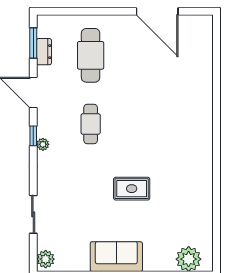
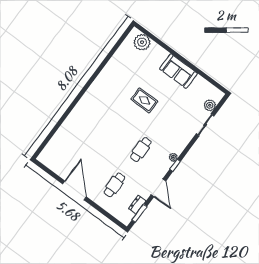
door: (157, 11) -> (74, 190), moved
cafe table: (91, 55) -> (114, 185), width x0.73, depth x0.74
plant: (46, 259) -> (210, 105), moved

